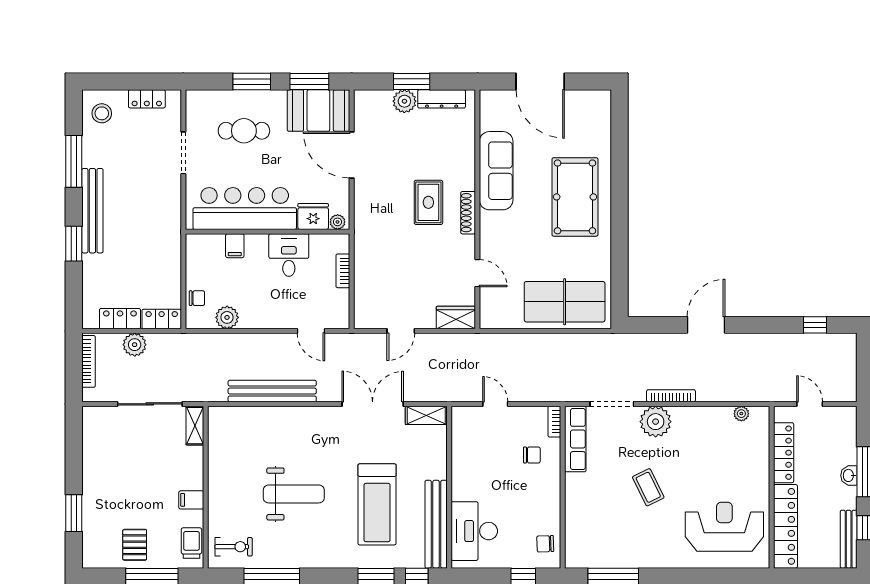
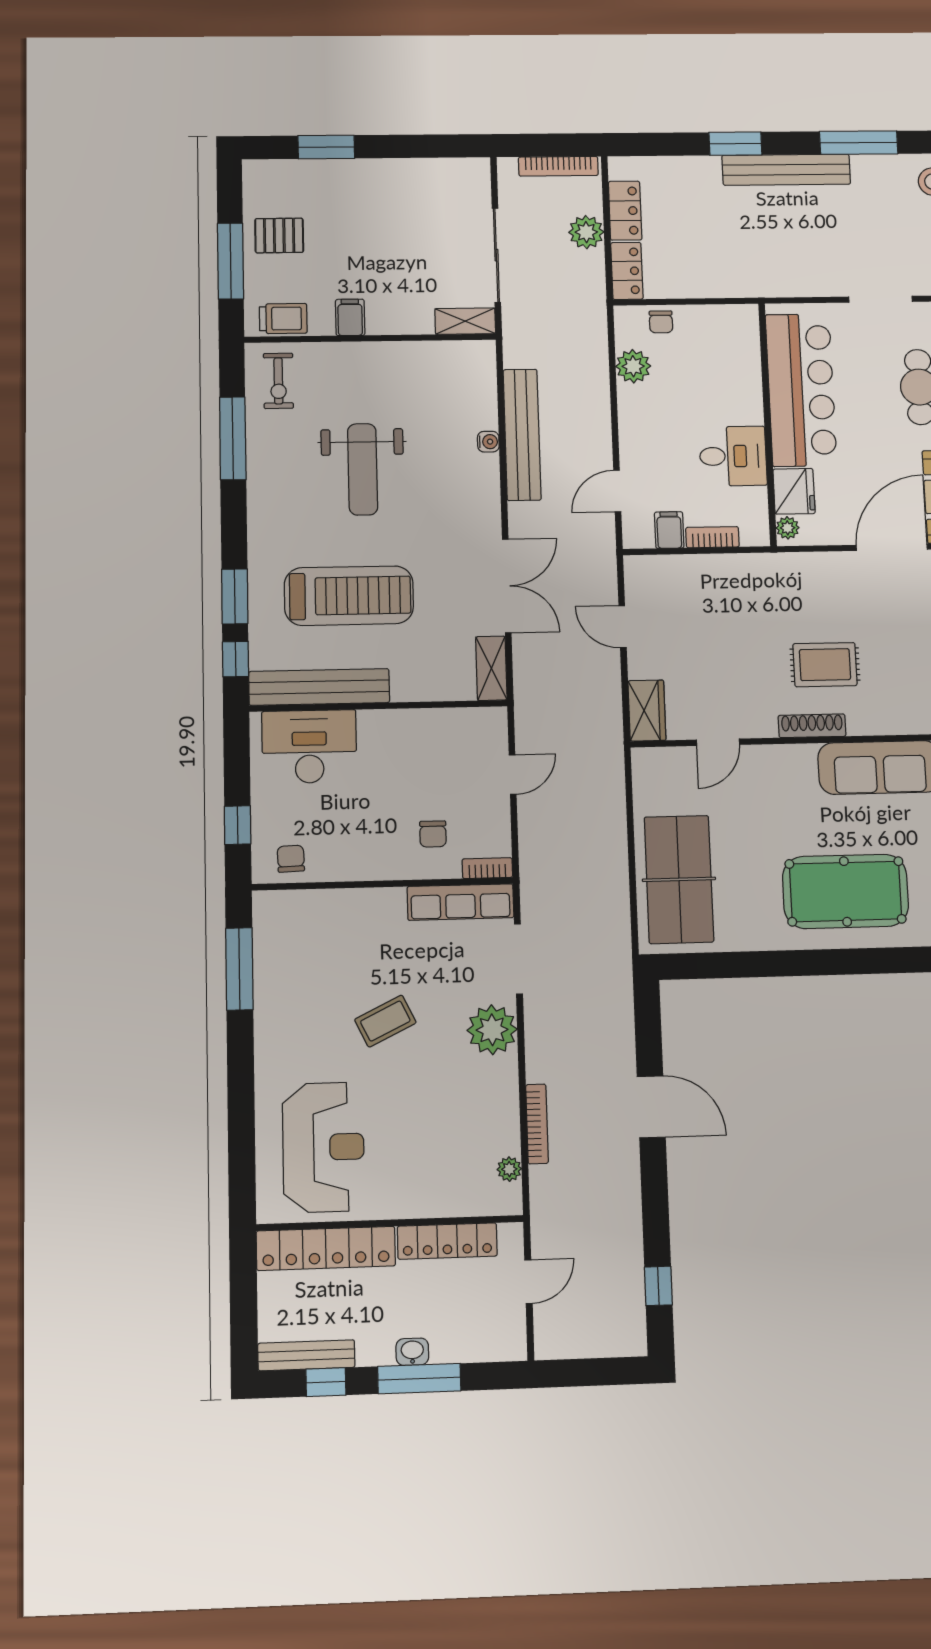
filing cabinet: (235, 246) -> (669, 530), moved, turned 90
bookcase: (671, 396) -> (537, 1124), moved
water cooler: (277, 413) -> (488, 442), added
treadmill: (377, 504) -> (349, 596), turned 180

